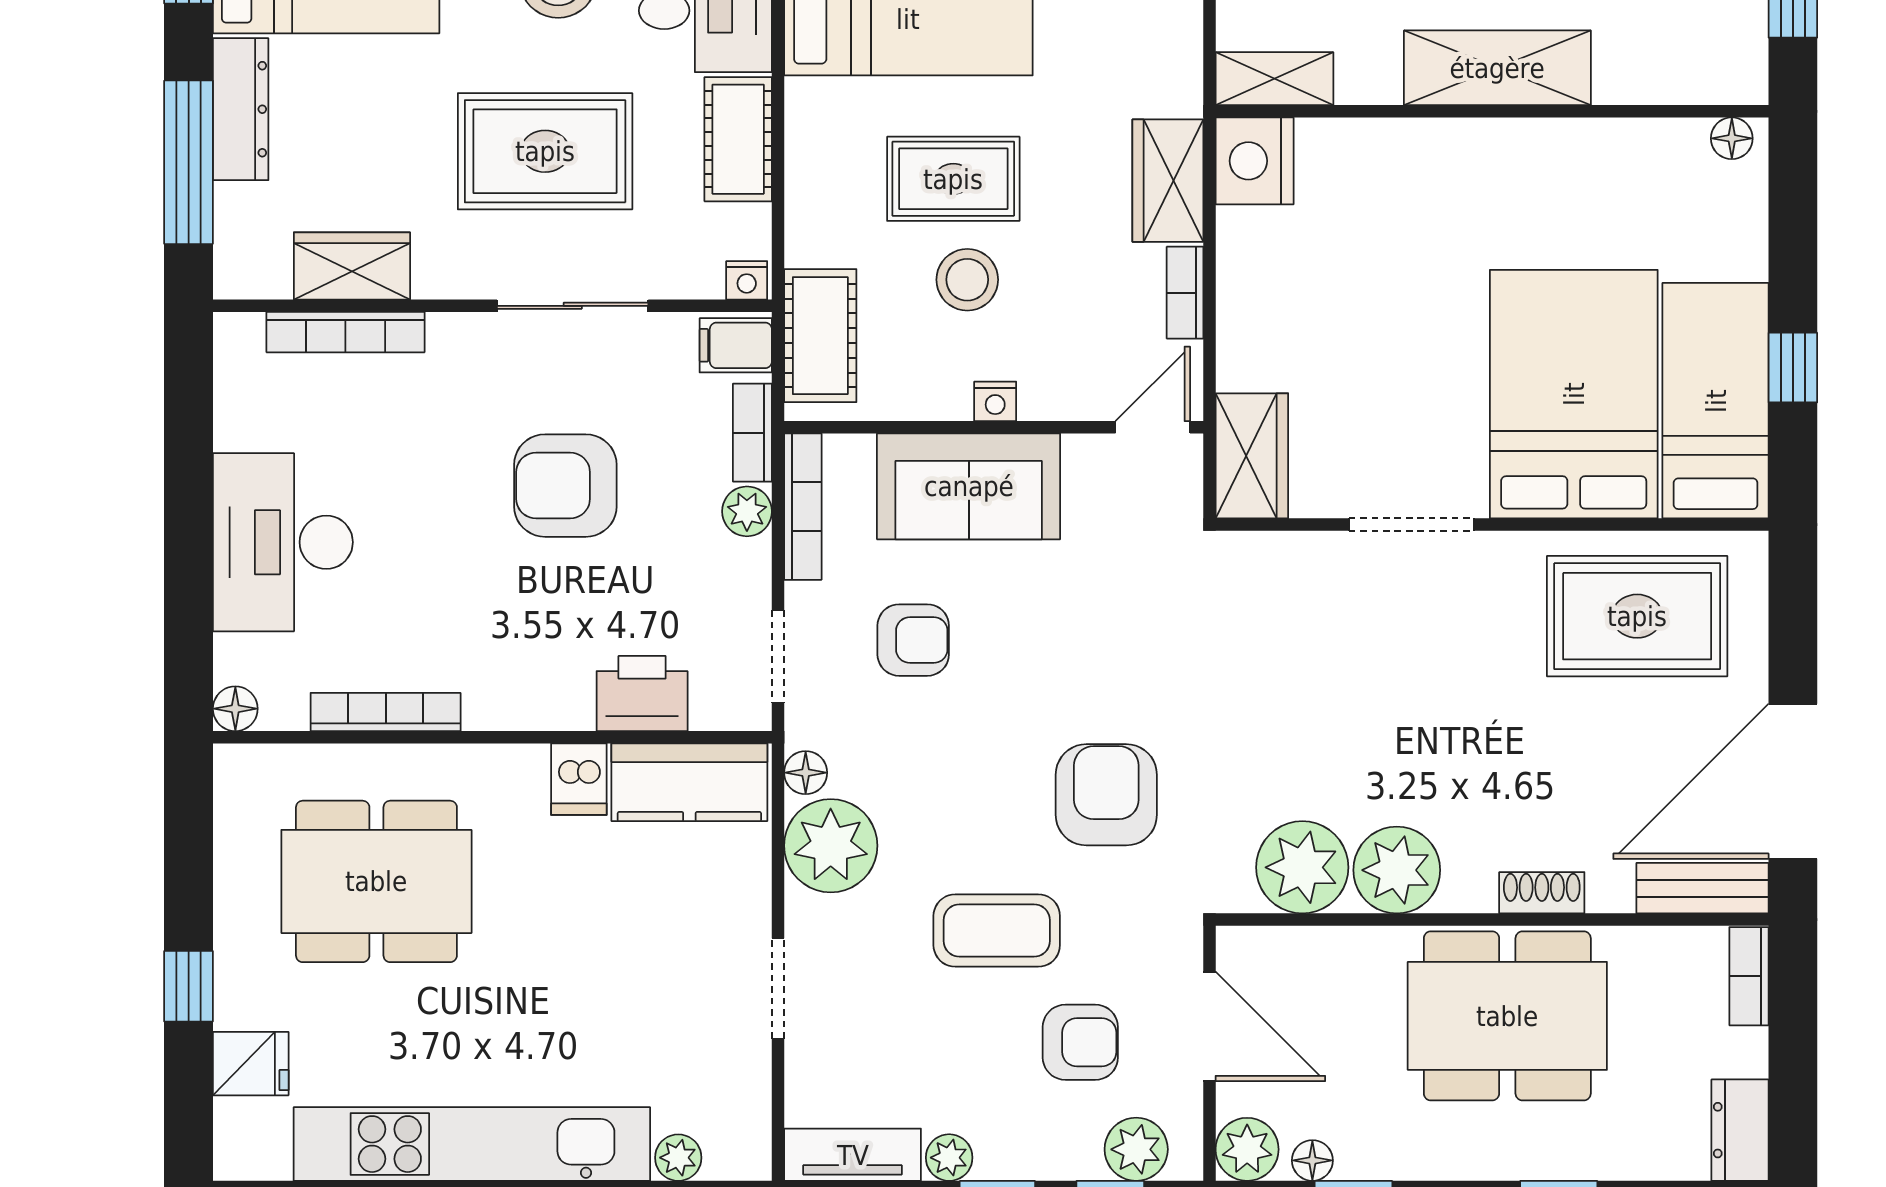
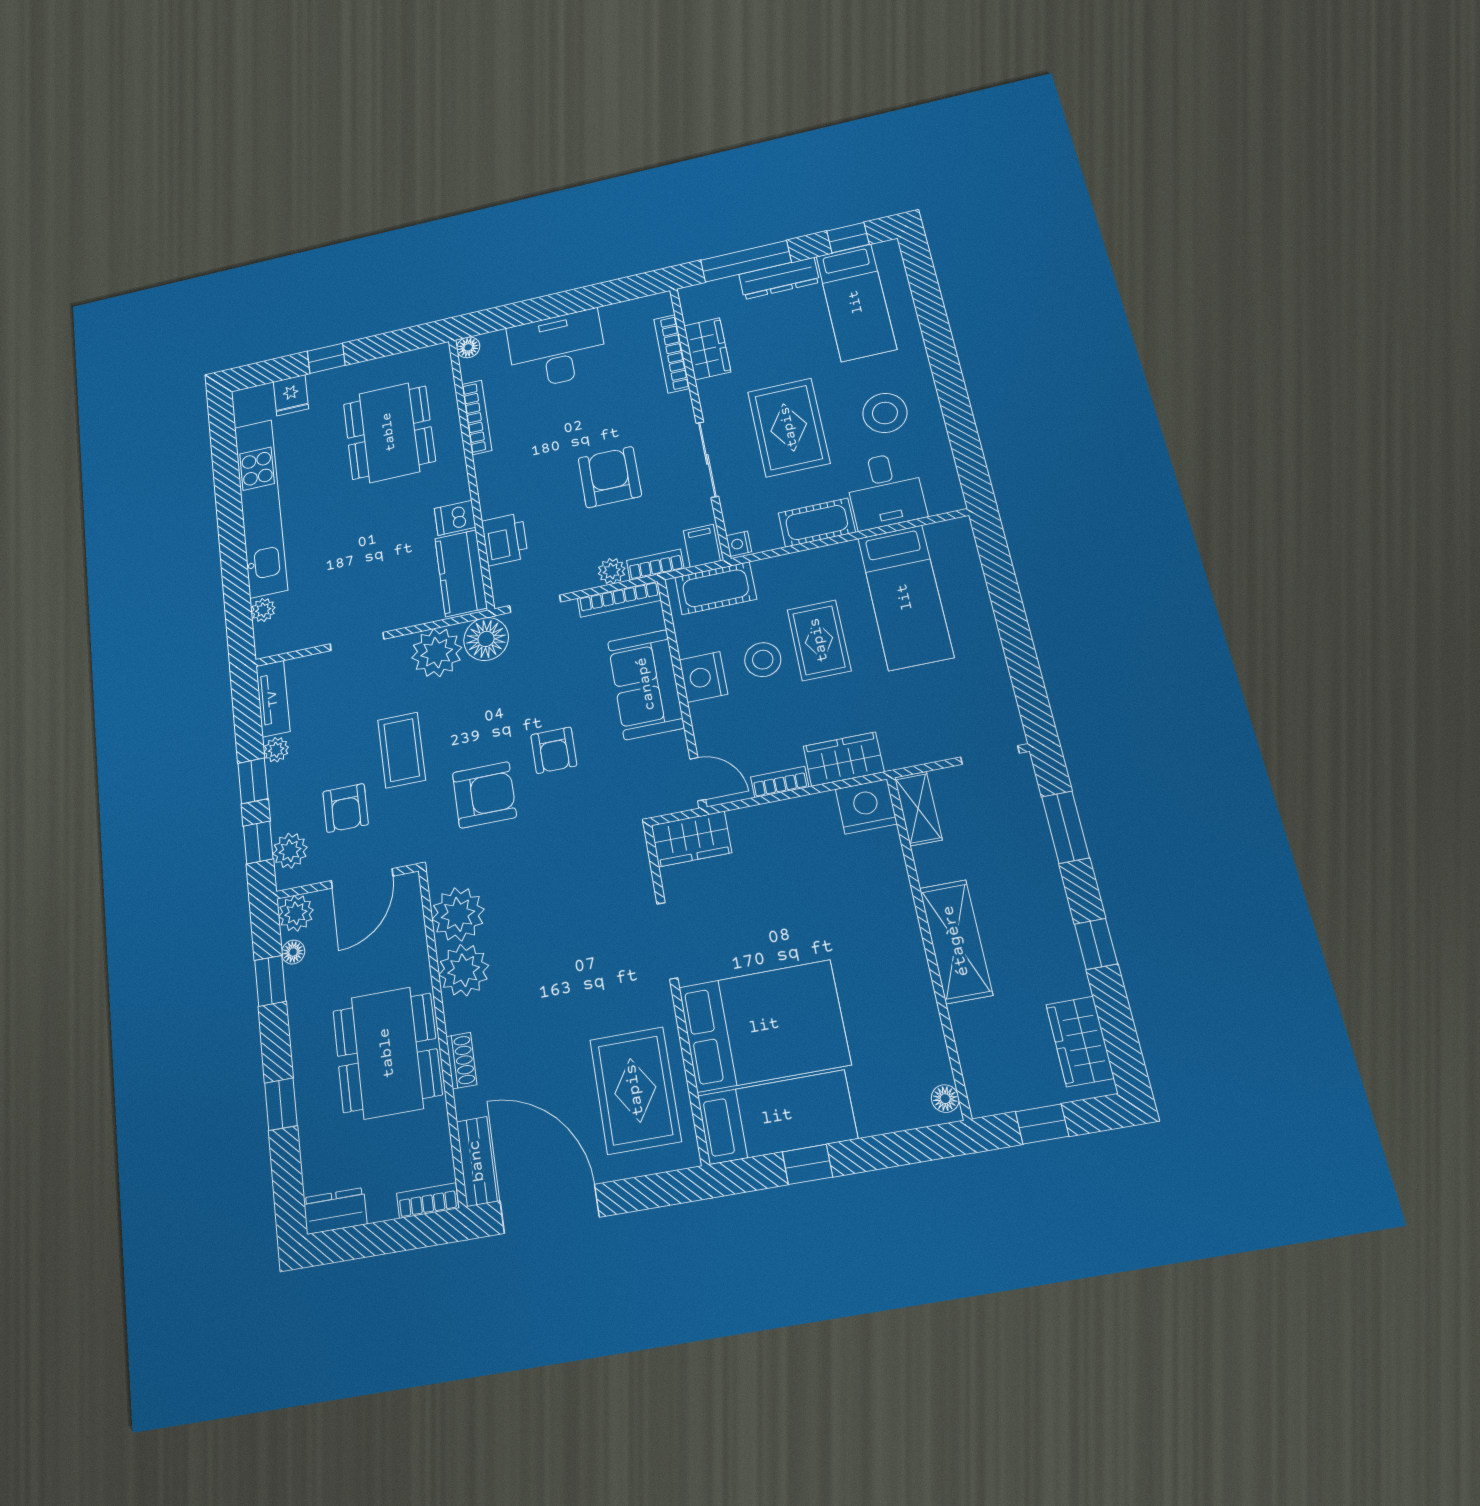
nightstand: (995, 401) -> (703, 677), width x1.89, depth x1.79
armchair: (913, 640) -> (554, 750), moved
floor lamp: (806, 773) -> (486, 639), width x1.89, depth x1.89

